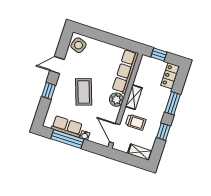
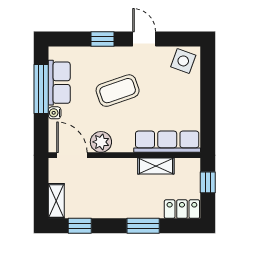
shelving: (134, 97) -> (156, 166), moved
plant: (116, 100) -> (101, 142), moved
trolley: (136, 122) -> (98, 181), removed
window: (163, 132) -> (80, 226), moved
door: (115, 133) -> (72, 155), hinge flipped

